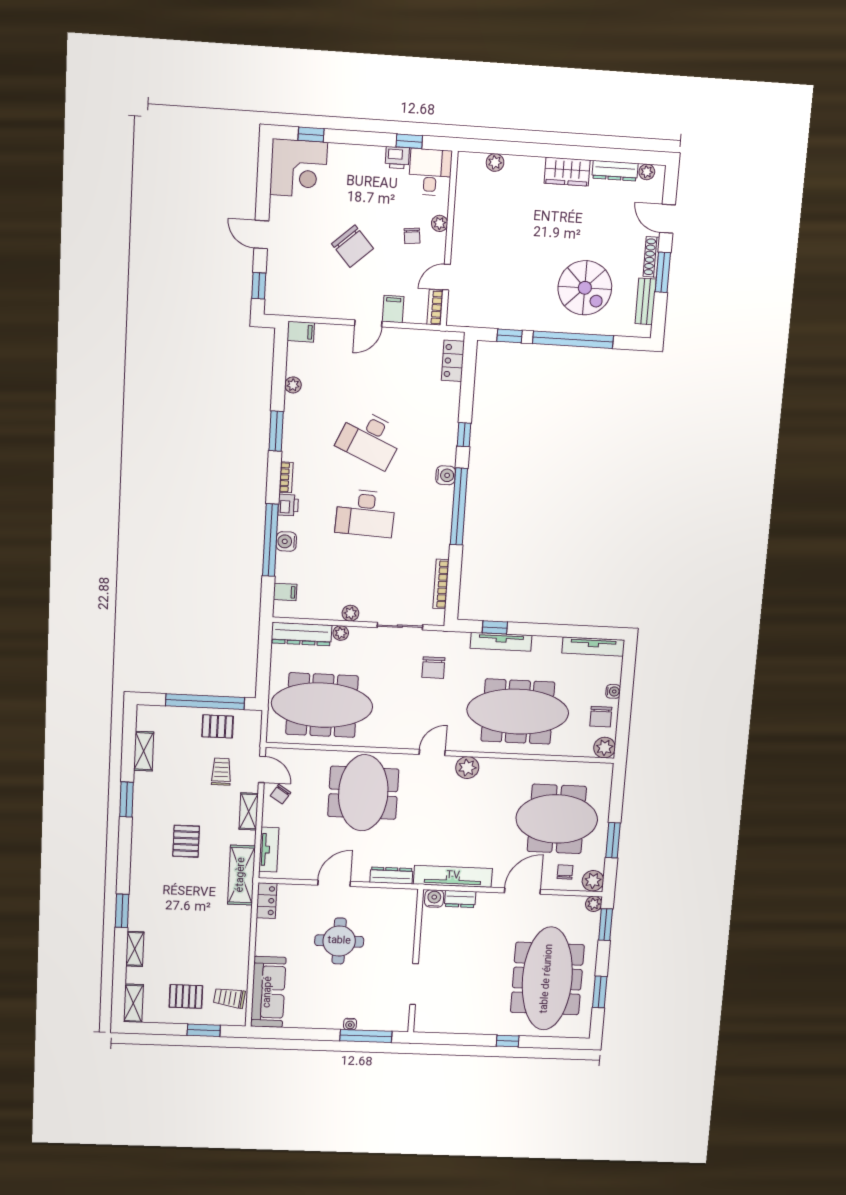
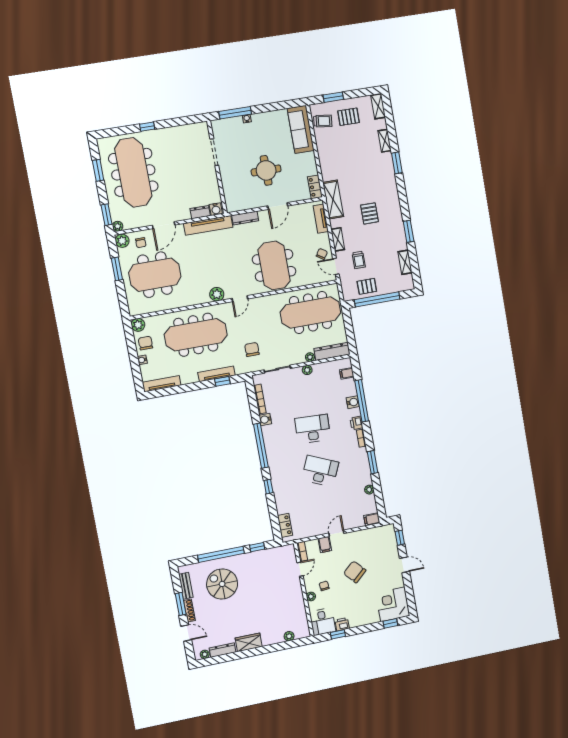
water cooler: (446, 475) -> (265, 419), moved

